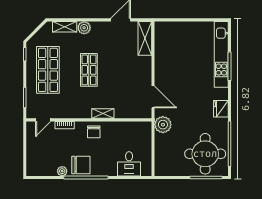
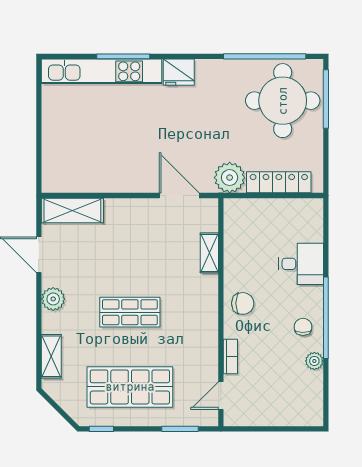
plant: (84, 28) -> (53, 299), moved
door: (153, 97) -> (179, 196), hinge flipped
fridge: (221, 109) -> (179, 72), moved
shelving: (103, 114) -> (209, 253), moved
door: (43, 120) -> (221, 396), swing flipped
locker: (160, 152) -> (279, 182), added
desk: (129, 164) -> (301, 264), moved
chair: (81, 165) -> (303, 327), width x0.54, depth x0.54

